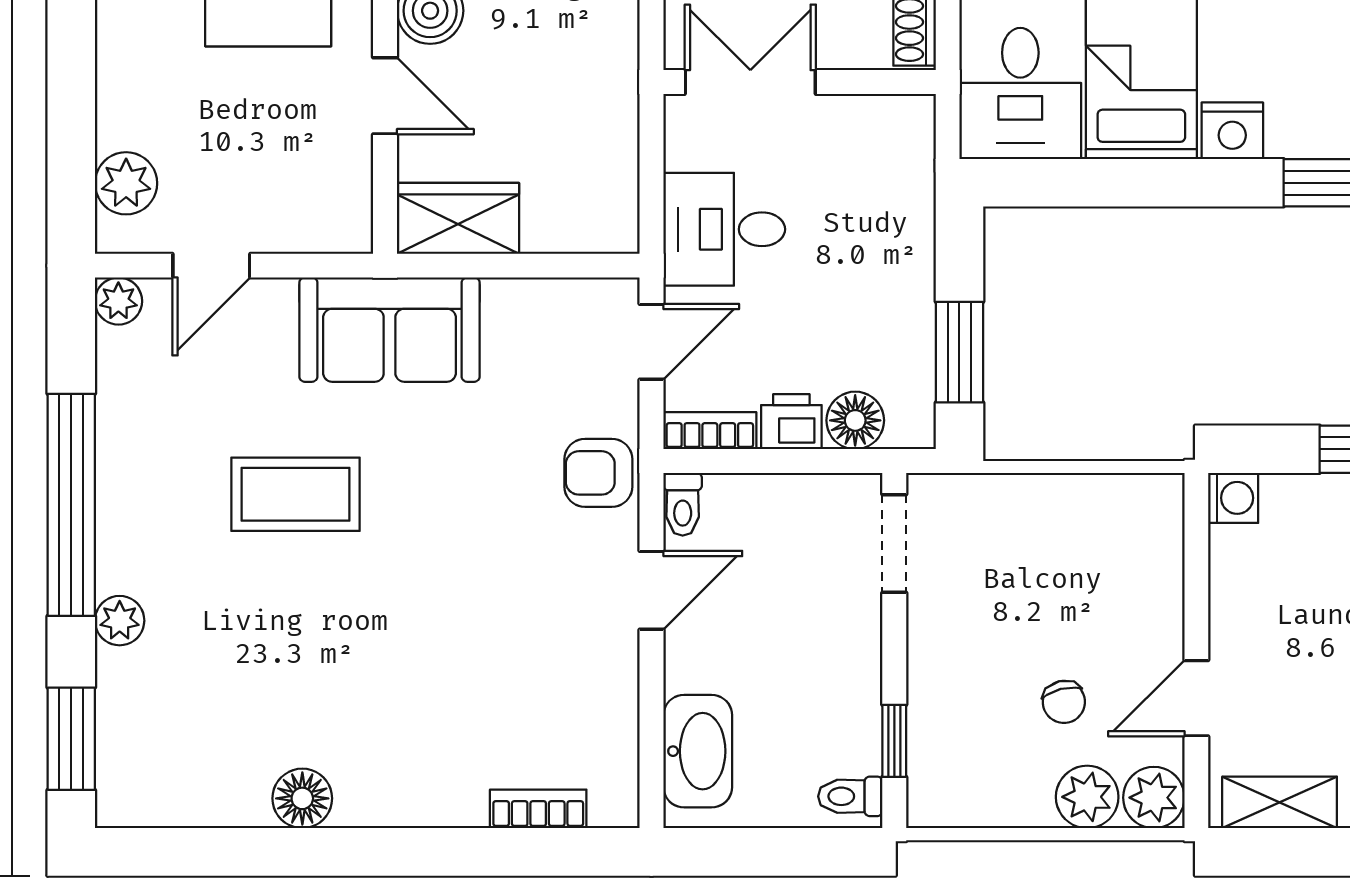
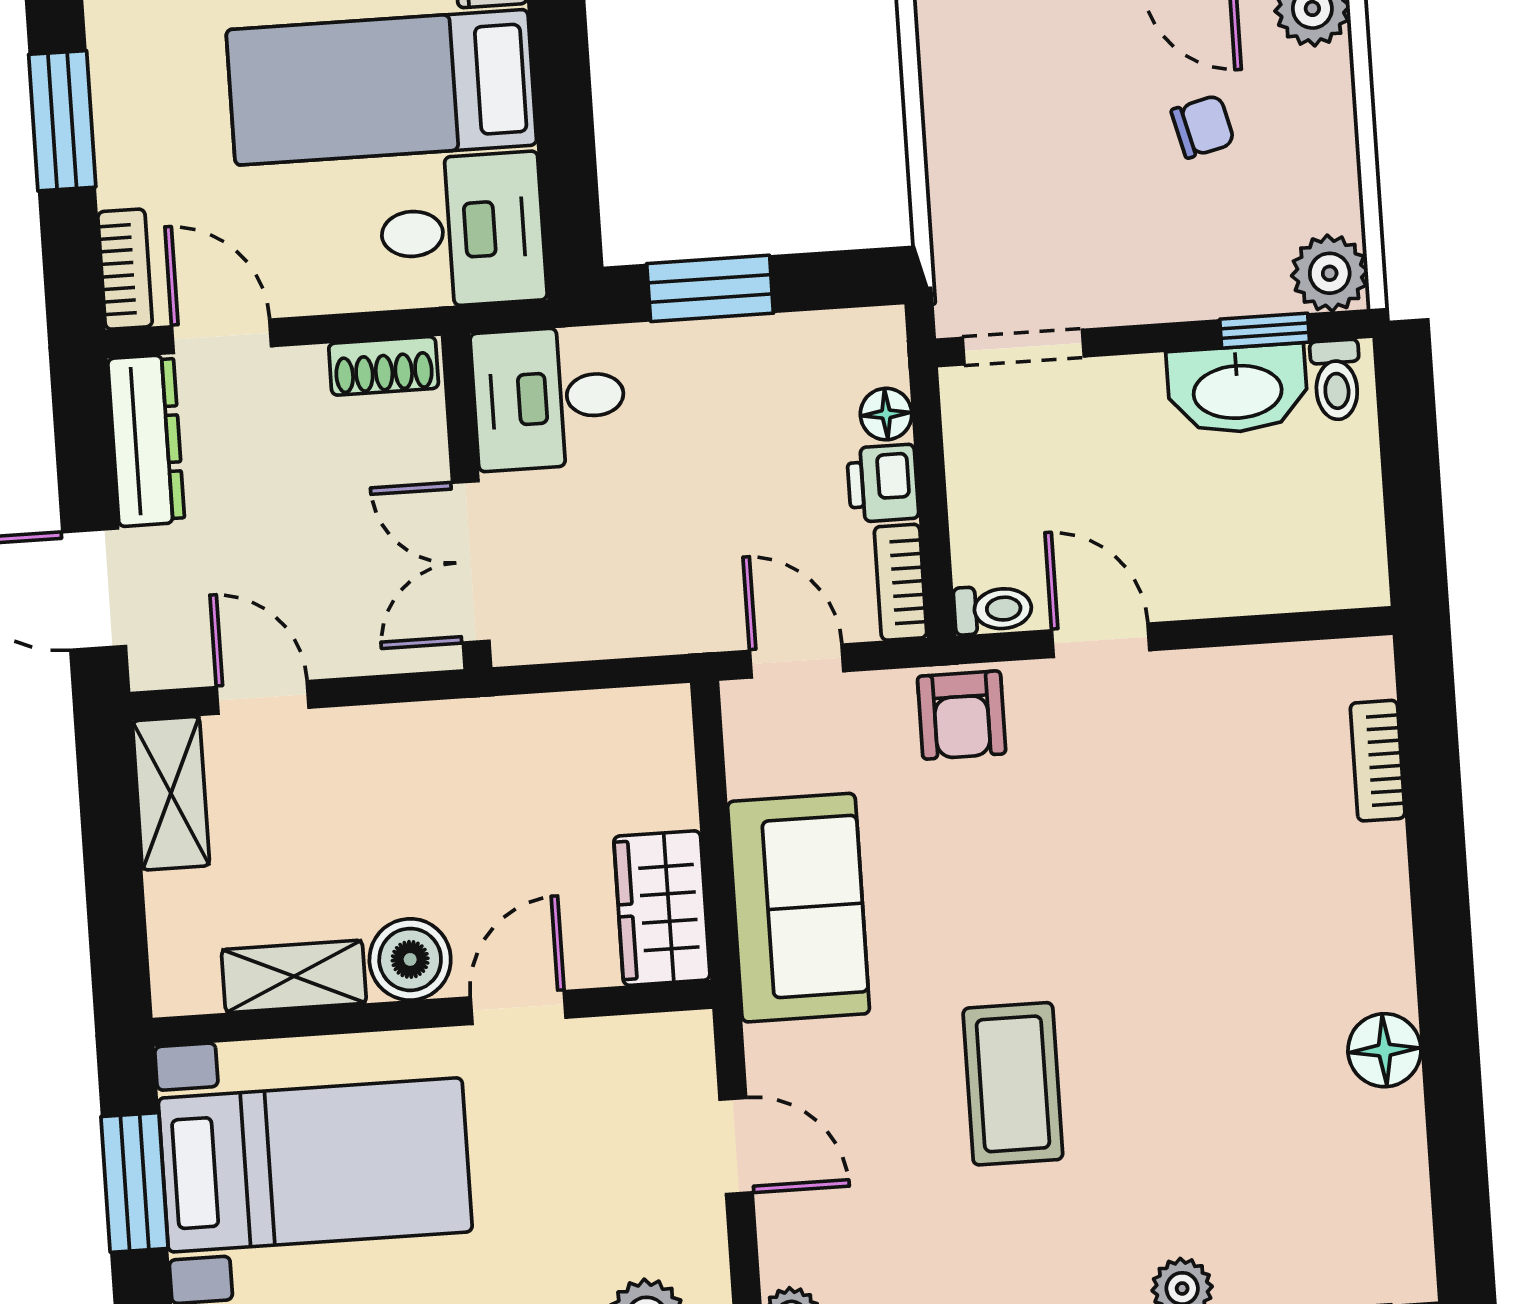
desk: (724, 229) -> (549, 398), moved, turned 90
door: (211, 266) -> (736, 1146), moved
sofa: (390, 330) -> (799, 908), moved
window: (959, 352) -> (710, 288), moved
floor lamp: (855, 420) -> (886, 414), width x0.73, depth x0.73
washbasin: (698, 751) -> (1237, 389), moved, turned 180
plant: (1087, 797) -> (1330, 273), moved

